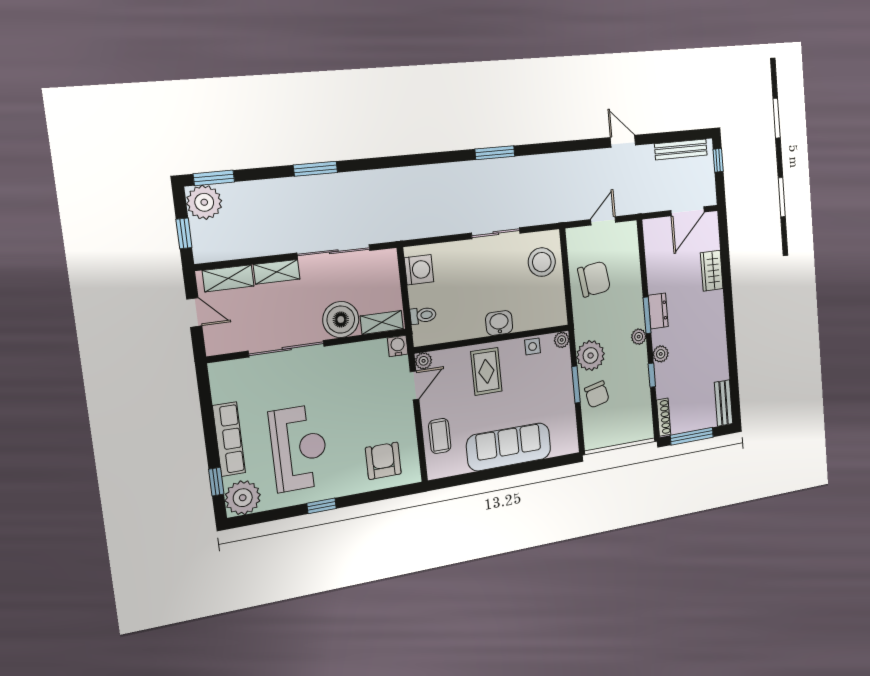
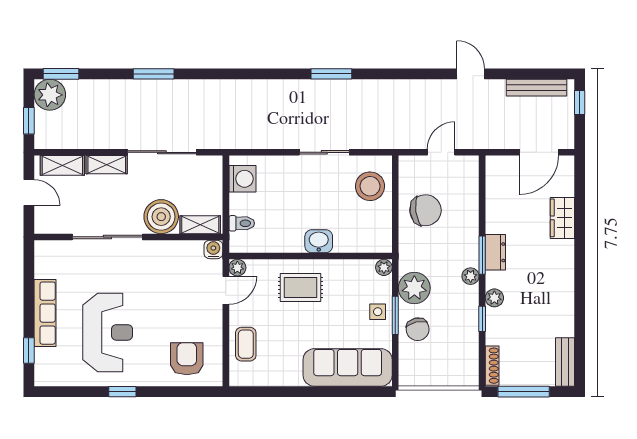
side table: (533, 346) -> (378, 312), moved
rug: (486, 371) -> (300, 288), turned 90
sofa: (509, 447) -> (348, 367), moved
plant: (243, 498) -> (51, 370), removed

